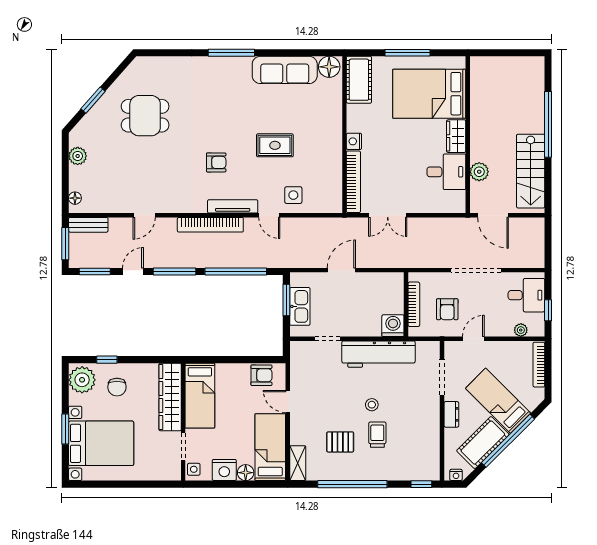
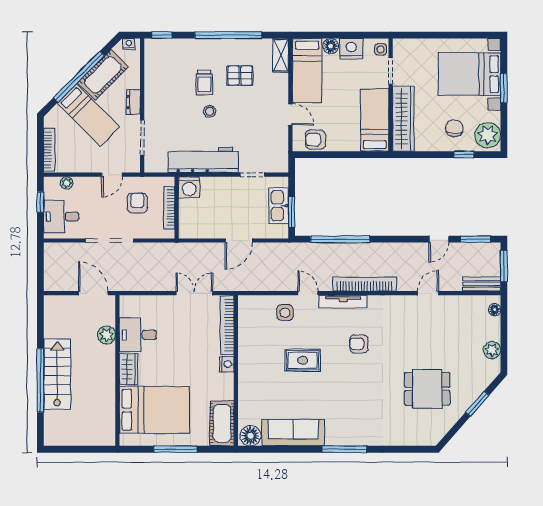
stairs: (531, 171) -> (57, 374), moved
window: (175, 271) -> (399, 239), removed

